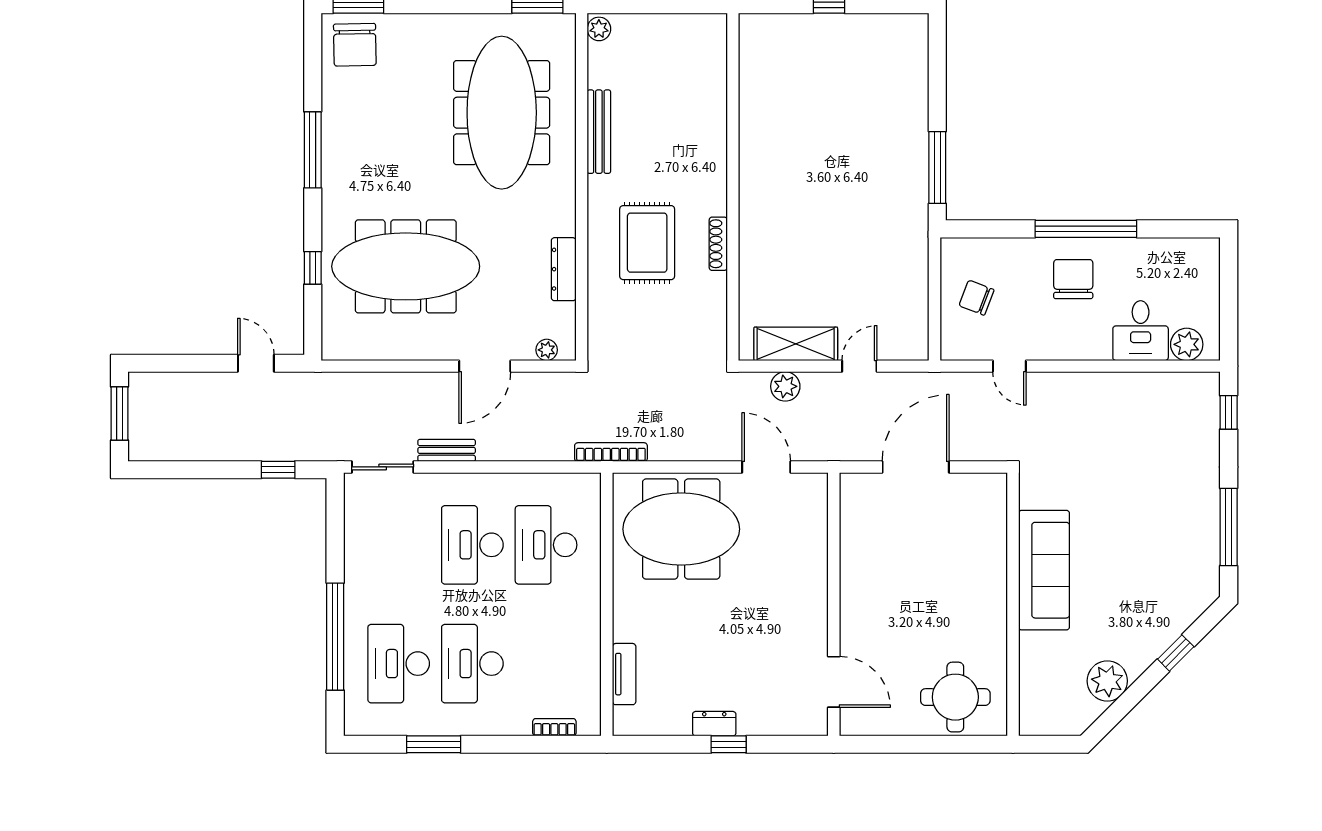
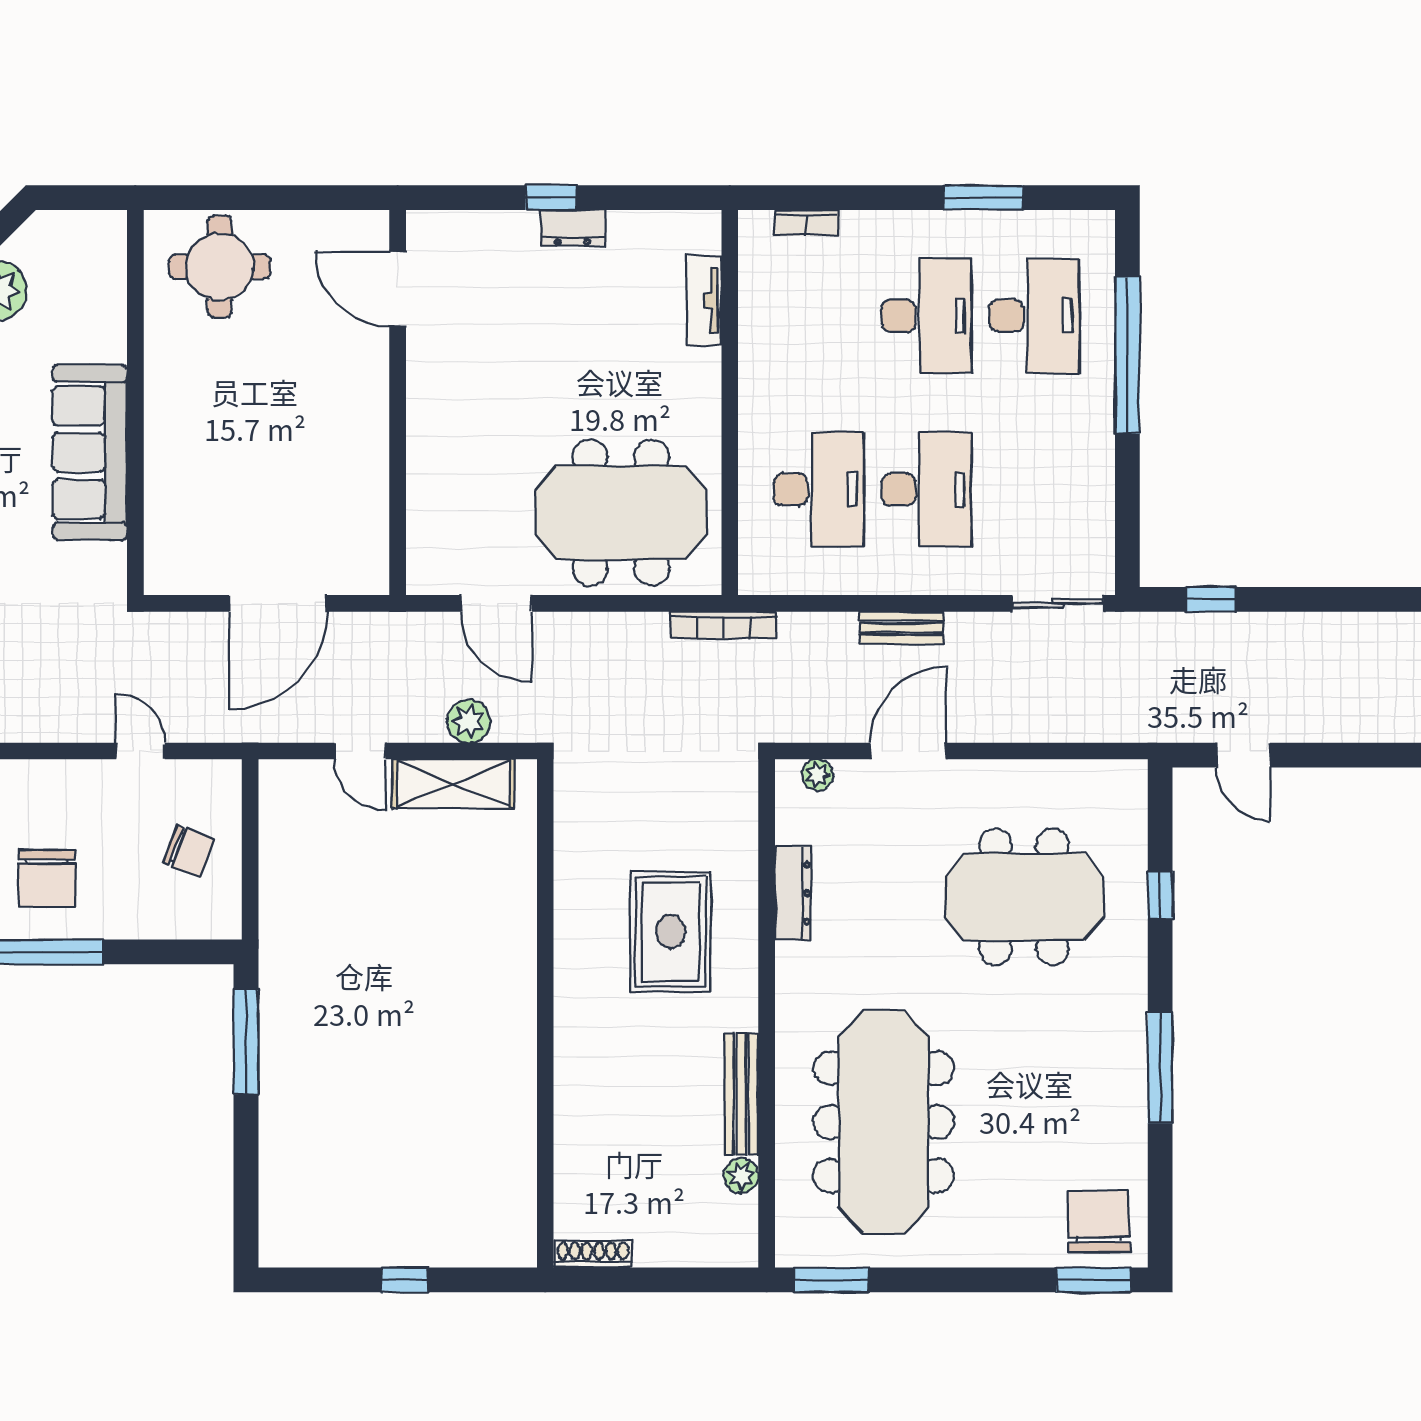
plant: (599, 29) -> (741, 1176), moved
shoe rack: (718, 244) -> (593, 1254), moved, turned -90
meeting table: (406, 266) -> (1024, 897), width x0.73
door: (859, 366) -> (360, 751), hinge flipped
bench: (447, 450) -> (901, 628), moved

